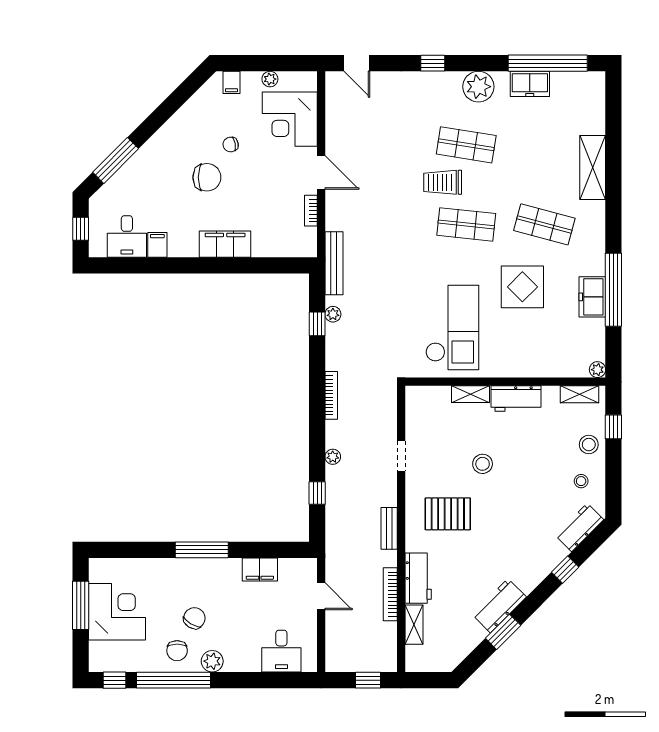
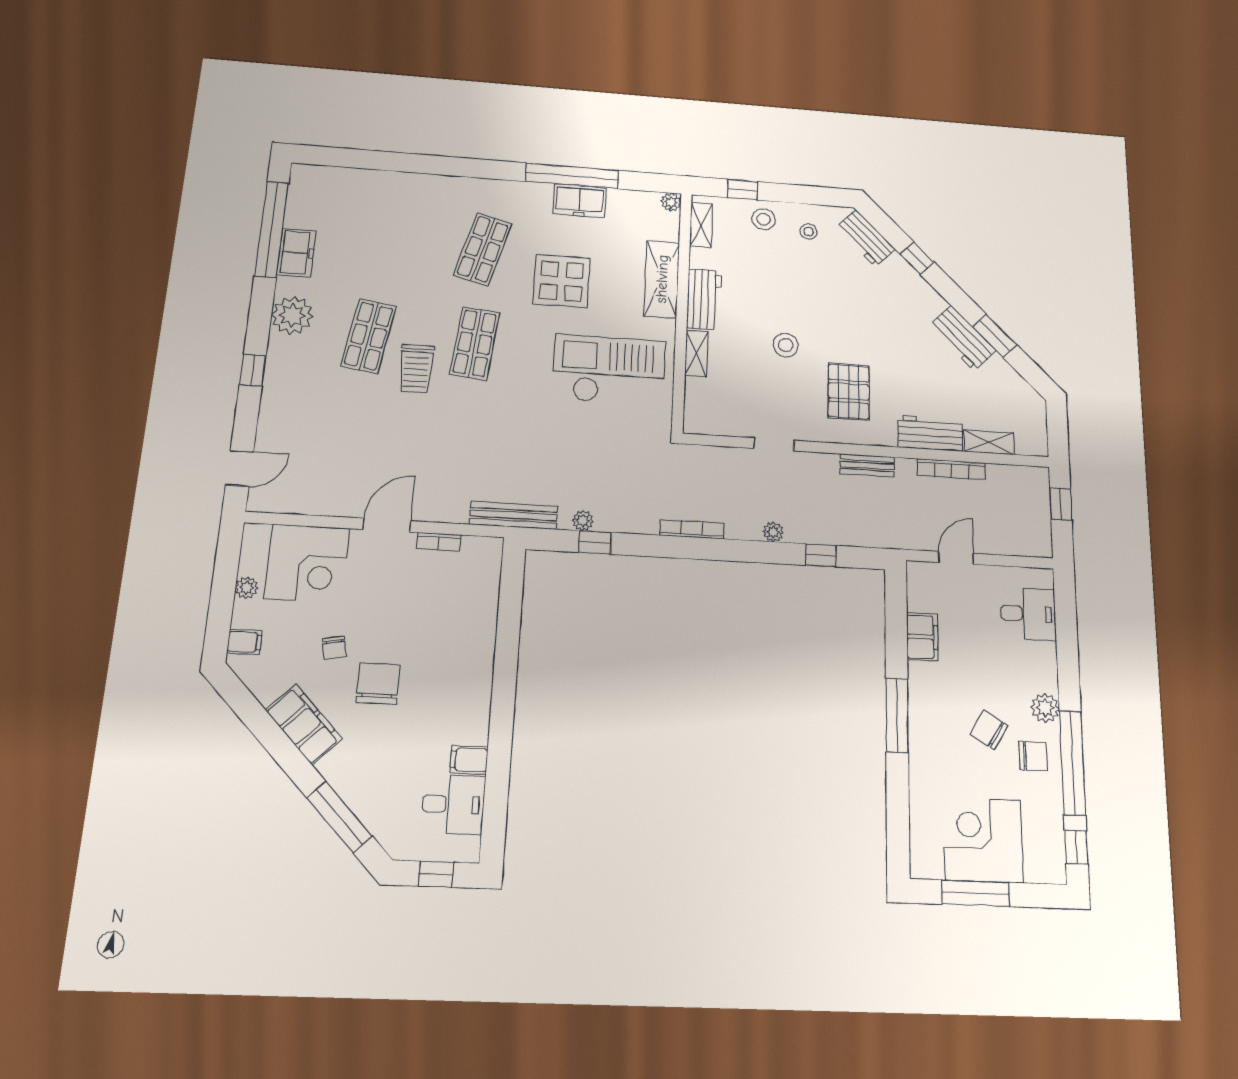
shelving: (593, 168) -> (662, 279), moved, turned 90
filing cabinet: (225, 244) -> (304, 724), moved, turned 135

